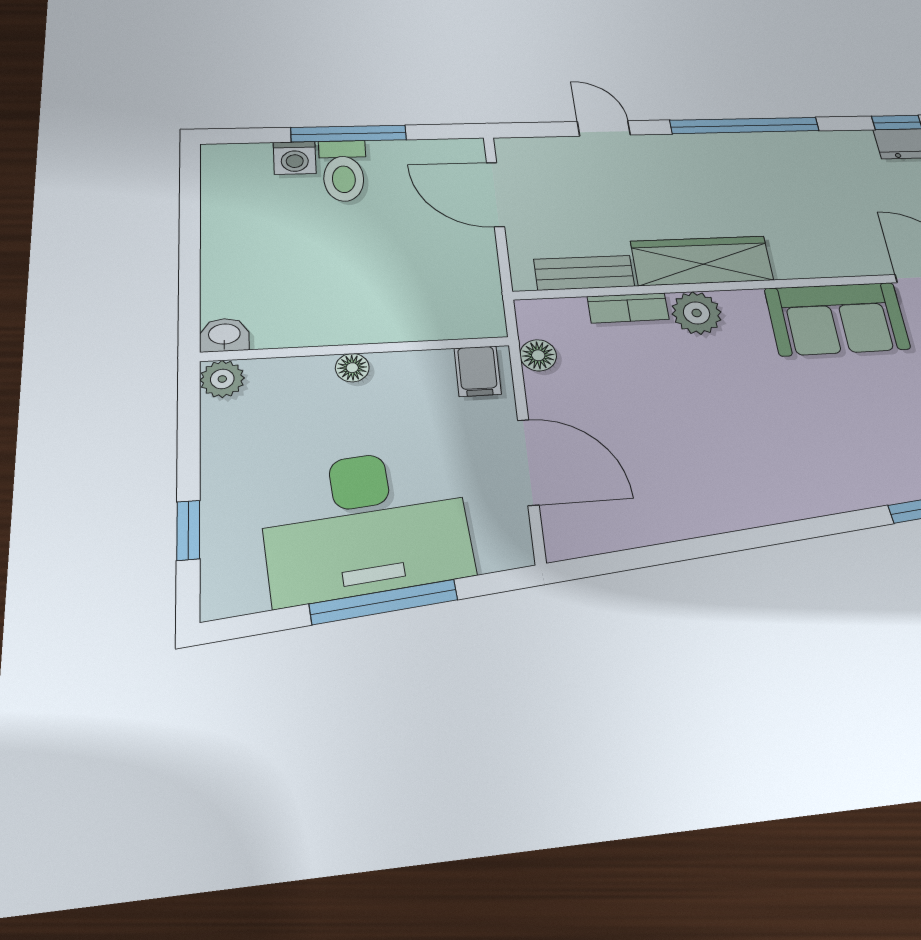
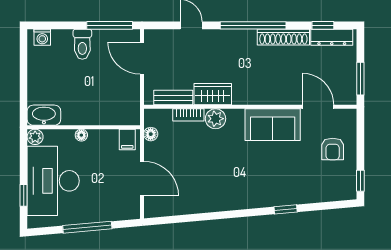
window: (349, 134) -> (110, 25), moved
shoe rack: (817, 145) -> (283, 37), added
washing machine: (295, 158) -> (42, 37), moved
wardrobe: (702, 261) -> (213, 94), width x0.67
washbasin: (224, 335) -> (44, 115), width x1.91, depth x1.45
desk: (366, 523) -> (53, 181), moved, turned 95

